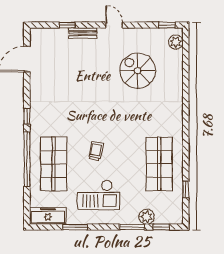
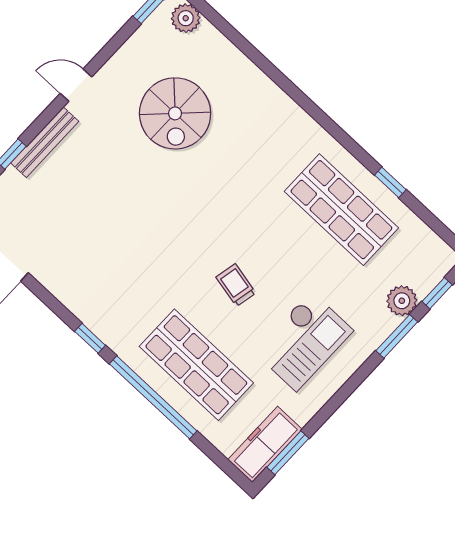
bench: (83, 33) -> (45, 142), width x1.36
spiral stairs: (138, 71) -> (175, 113), turned -90
window: (186, 189) -> (390, 182), moved
window: (75, 227) -> (288, 453), moved

